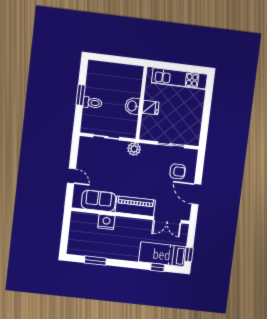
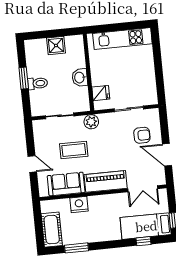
shower: (117, 71) -> (56, 45), added
fridge: (151, 108) -> (101, 93), moved
coffee table: (112, 171) -> (74, 150), added
cot: (76, 239) -> (52, 230), added

